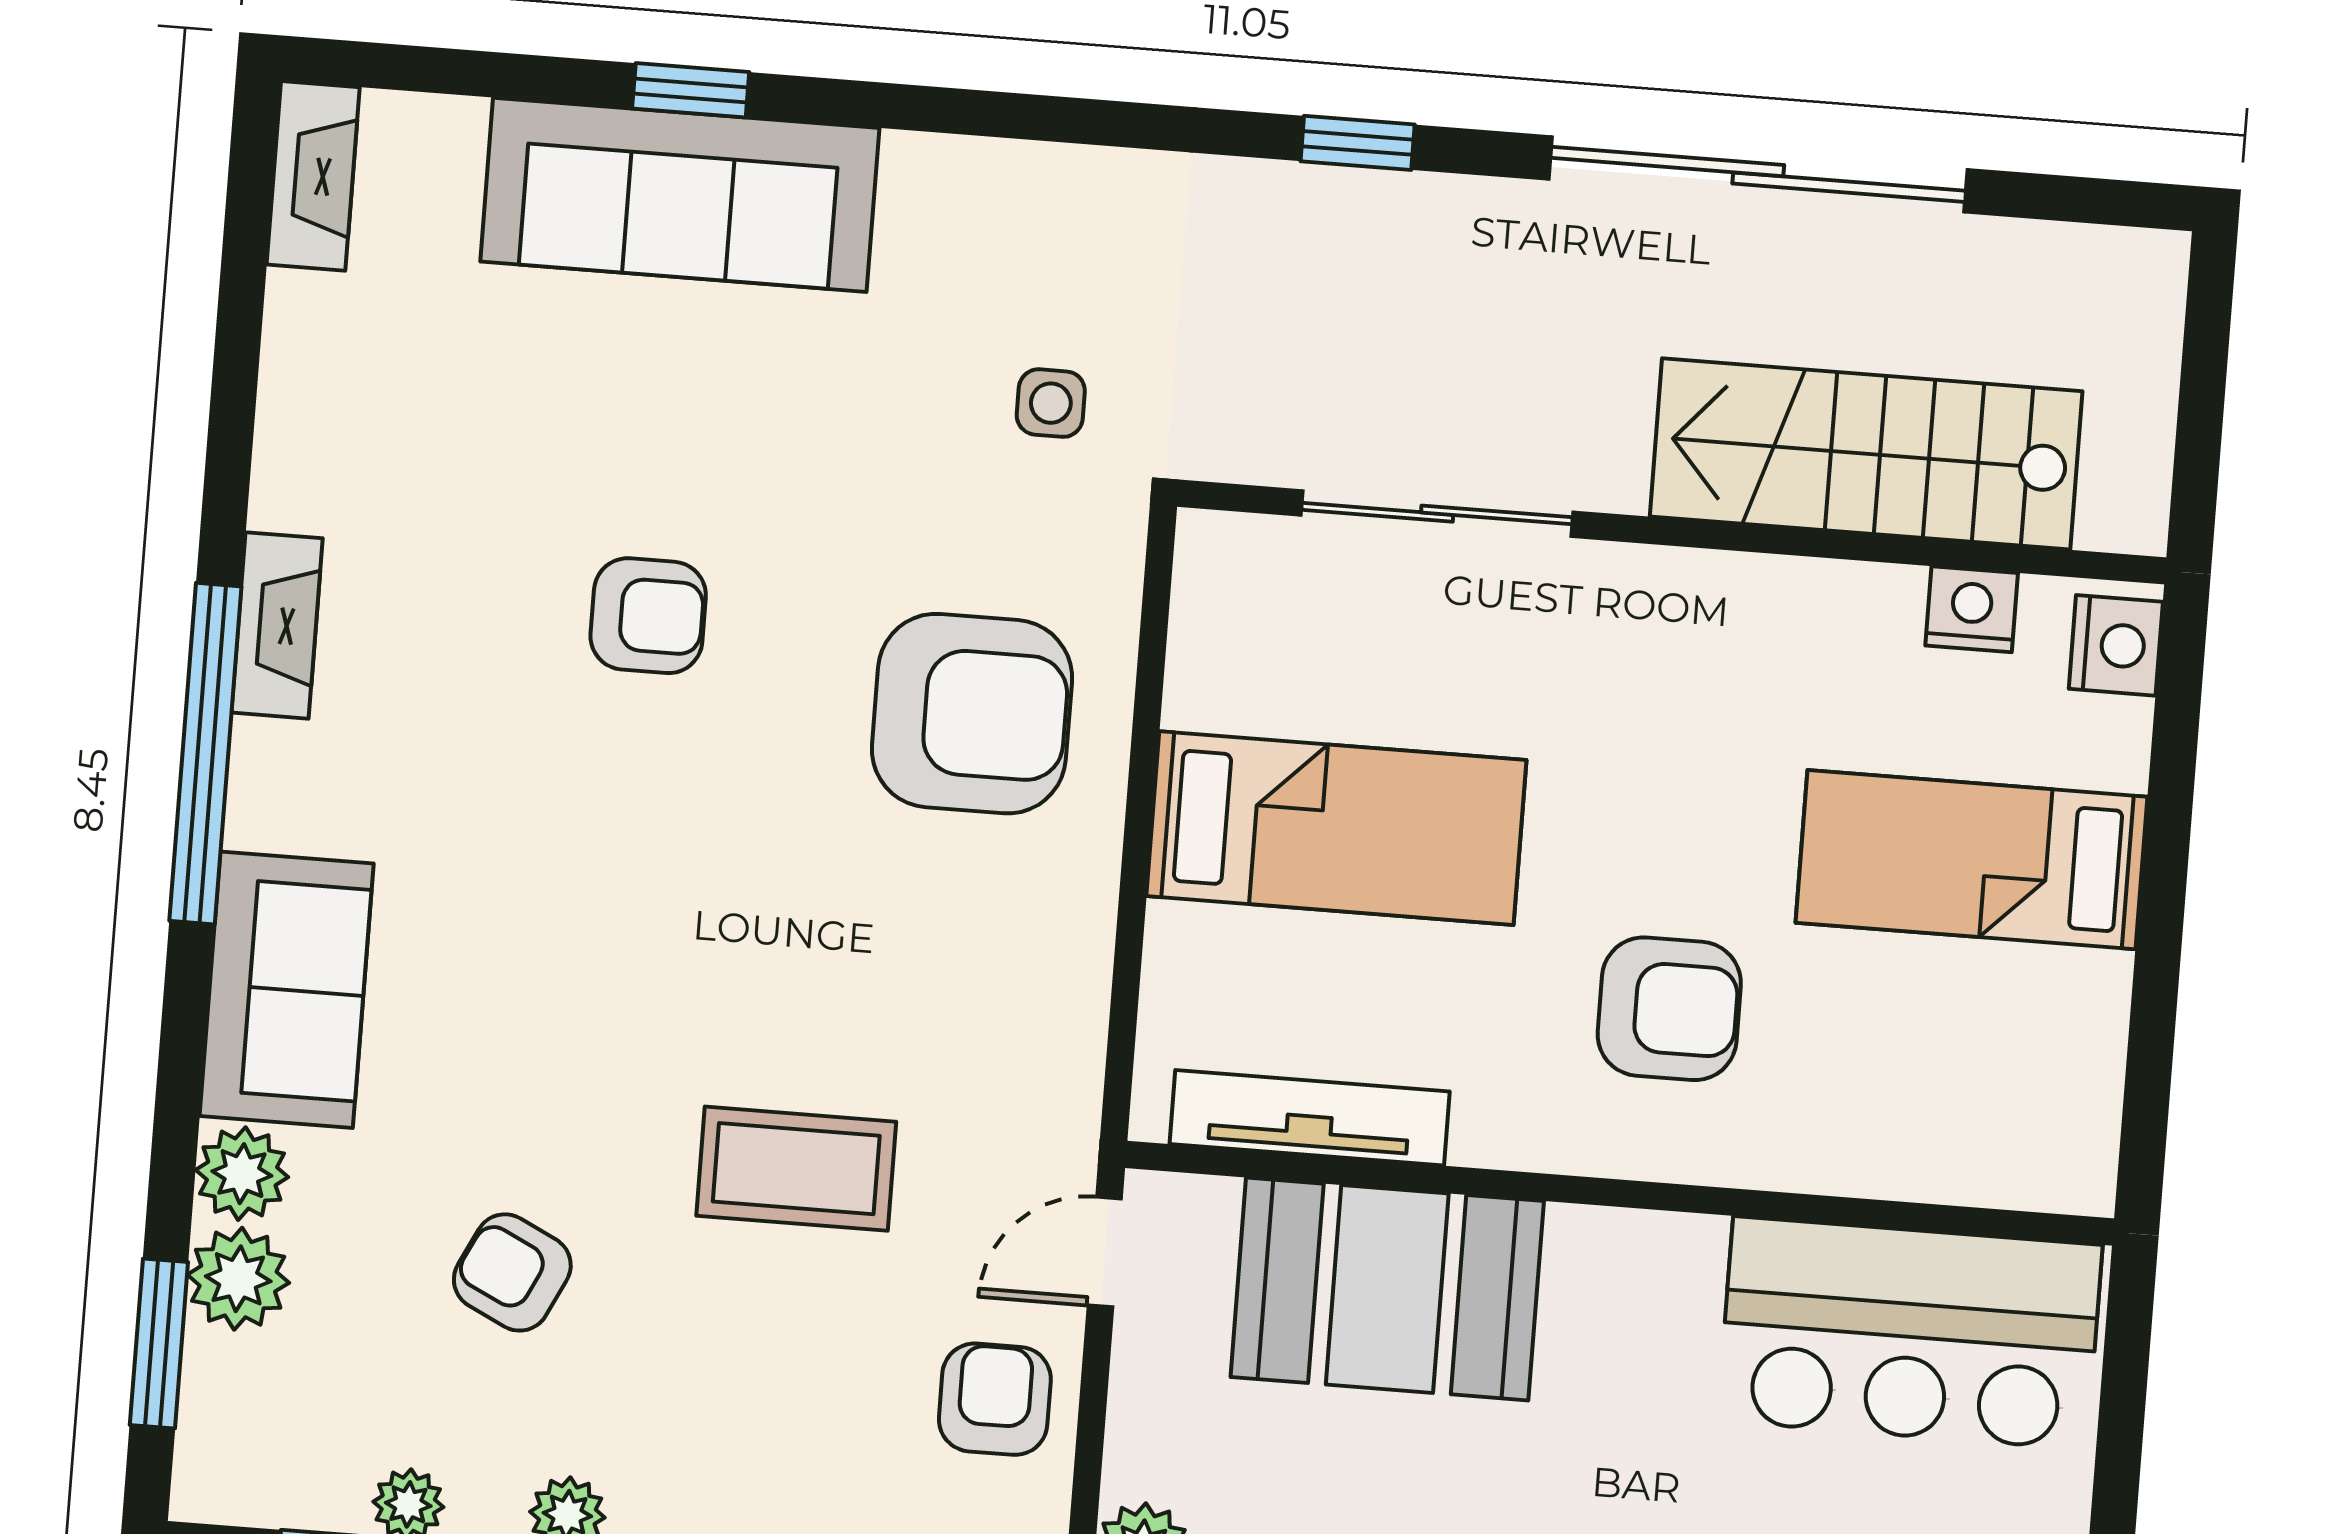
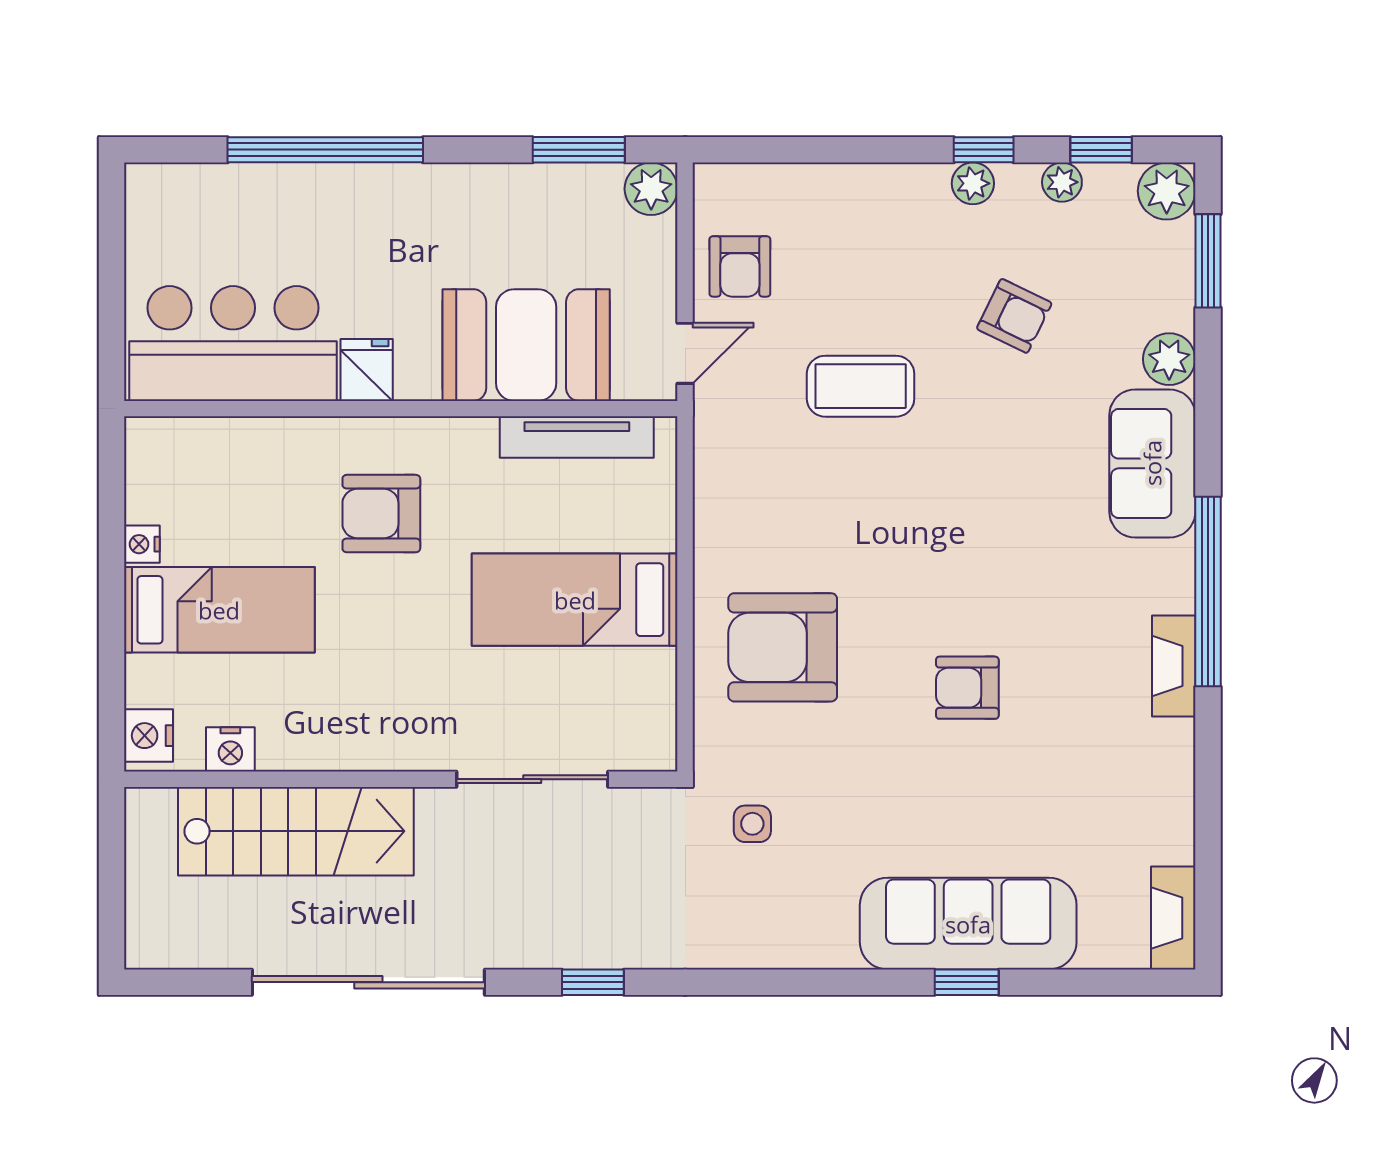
nightstand: (2101, 988) -> (142, 544), added
fridge: (1675, 1267) -> (367, 370), added
plant: (238, 1279) -> (1167, 191), moved

